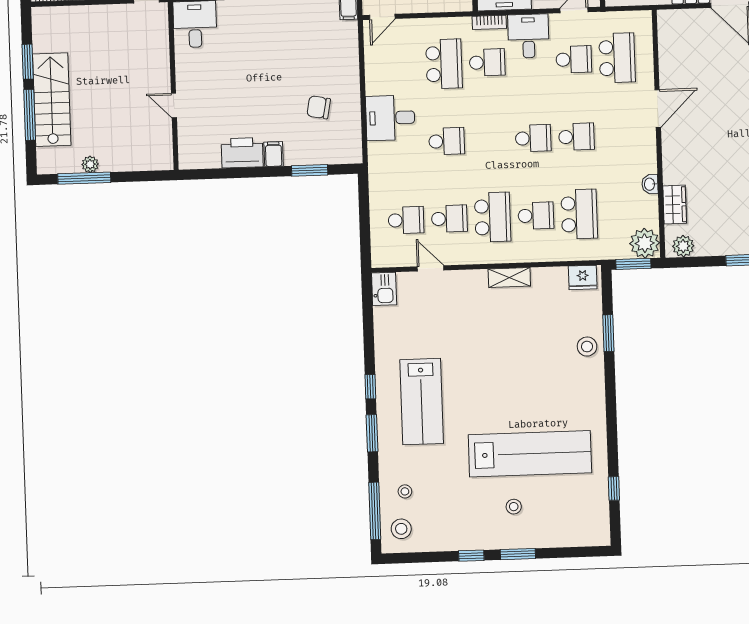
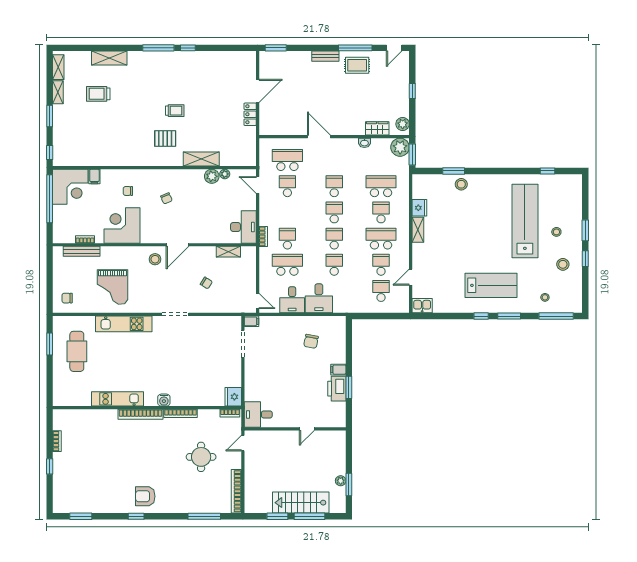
desk: (528, 36) -> (292, 300), moved, turned -90
school desk: (490, 140) -> (334, 239), added
window: (310, 170) -> (349, 387), moved
window: (84, 178) -> (349, 485), width x0.69
fridge: (583, 277) -> (419, 208), moved
stool: (401, 529) -> (563, 264), moved

